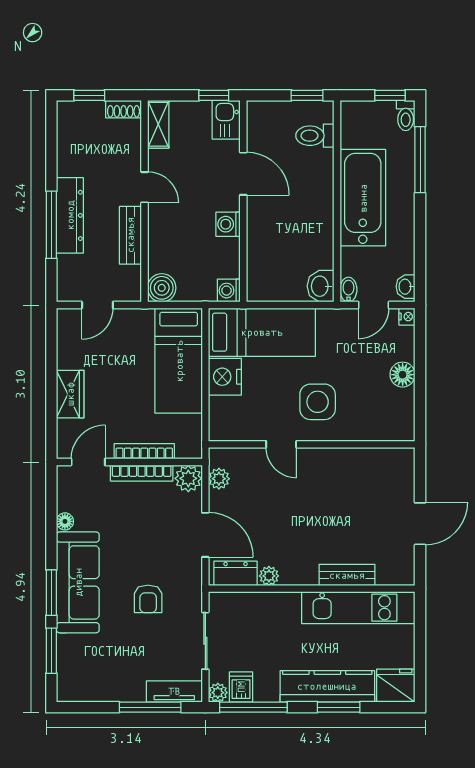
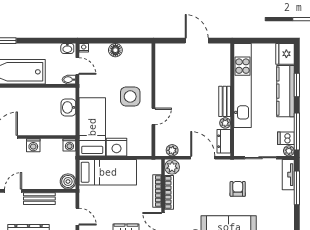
washbasin: (321, 286) -> (68, 107), moved, turned 90
door: (205, 535) -> (203, 158), hinge flipped
bench: (347, 575) -> (225, 101), moved
armchair: (148, 599) -> (238, 189), turned -90
kitchen unit: (358, 608) -> (243, 85), width x1.36

